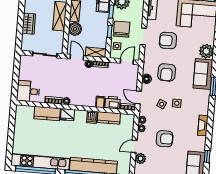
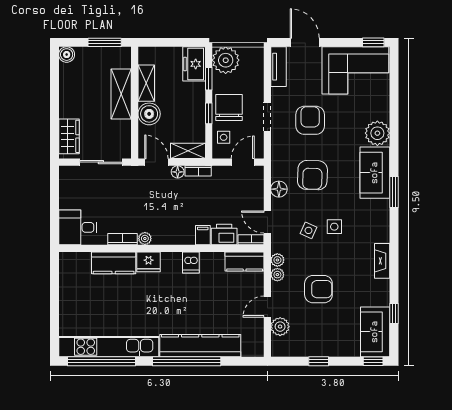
wardrobe: (29, 24) -> (69, 136), moved
armchair: (168, 41) -> (310, 120), turned 90
kitchen counter: (109, 118) -> (245, 261), moved

